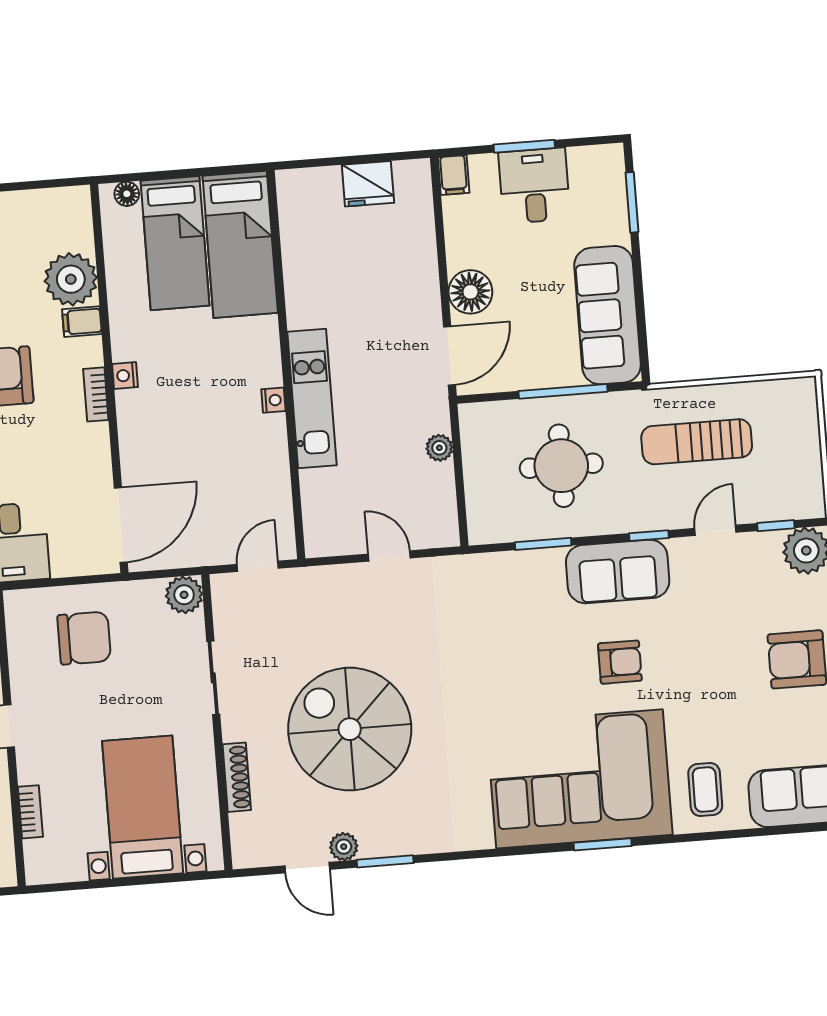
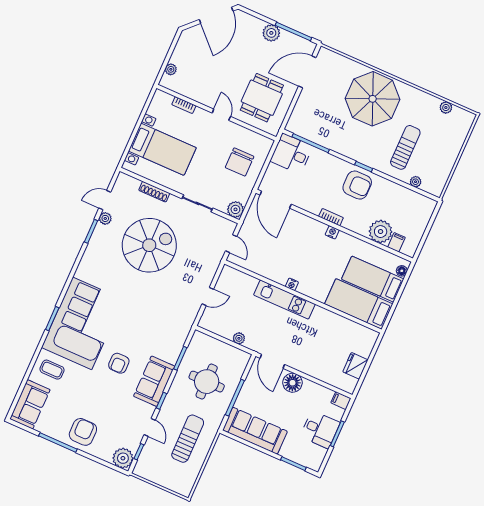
filing cabinet: (82, 322) -> (396, 242), moved

